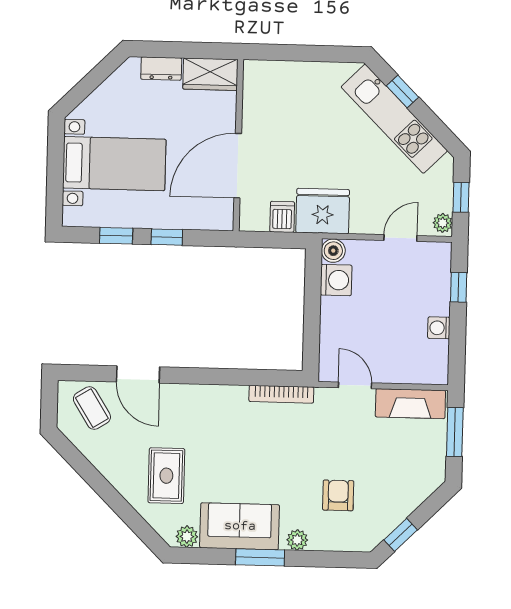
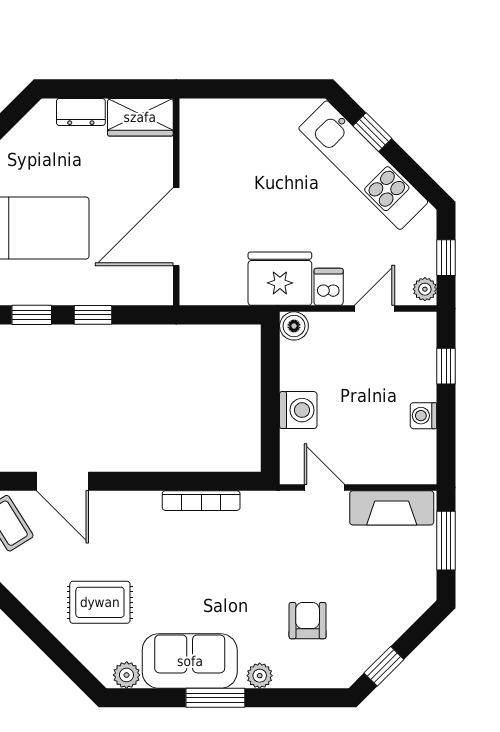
dishwasher: (282, 217) -> (329, 287), moved
washing machine: (336, 280) -> (298, 410), moved
bookcase: (281, 394) -> (201, 501), moved
rug: (166, 476) -> (100, 602), turned 90

